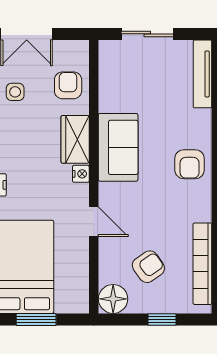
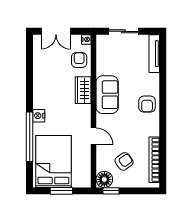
side table: (15, 92) -> (49, 64), removed
nightstand: (81, 174) -> (86, 39), moved
window: (162, 319) -> (111, 191), moved

